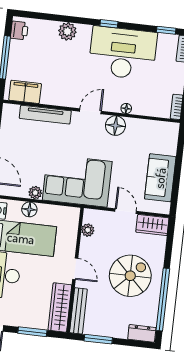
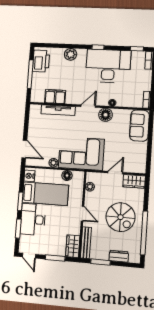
printer: (19, 30) -> (41, 61), width x1.87, depth x1.48
filing cabinet: (25, 92) -> (55, 97), moved
sofa: (160, 178) -> (139, 126), moved
floor lamp: (29, 209) -> (67, 176), moved
door: (126, 211) -> (115, 173), hinge flipped
spiral stairs: (130, 276) -> (120, 217), turned 90
wardrobe: (60, 307) -> (73, 246), width x0.67
dresser: (142, 333) -> (119, 256), moved

